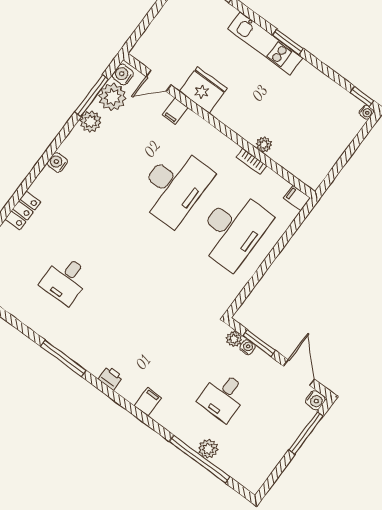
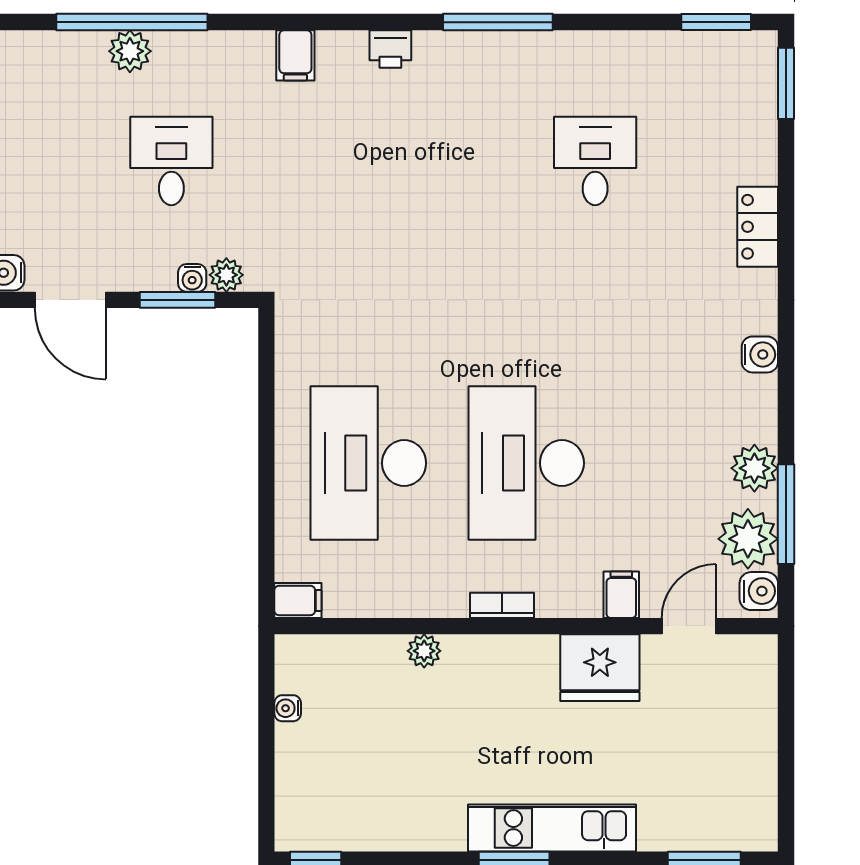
water cooler: (366, 112) -> (288, 708), moved
bookcase: (251, 161) -> (502, 605), moved

